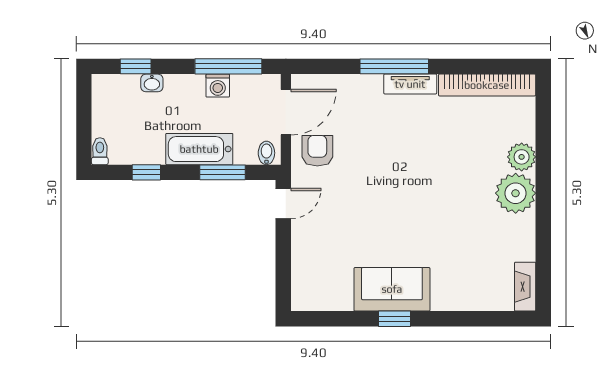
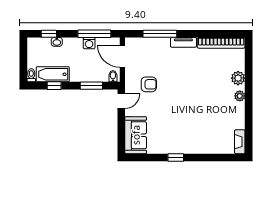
window: (394, 66) -> (160, 34), moved
door: (286, 112) -> (122, 56), swing flipped
bathtub: (199, 149) -> (53, 74), moved
armchair: (317, 151) -> (149, 84), moved, turned 90
plant: (516, 193) -> (240, 96), width x0.53, depth x0.53
sofa: (392, 289) -> (136, 135), moved, turned 90

